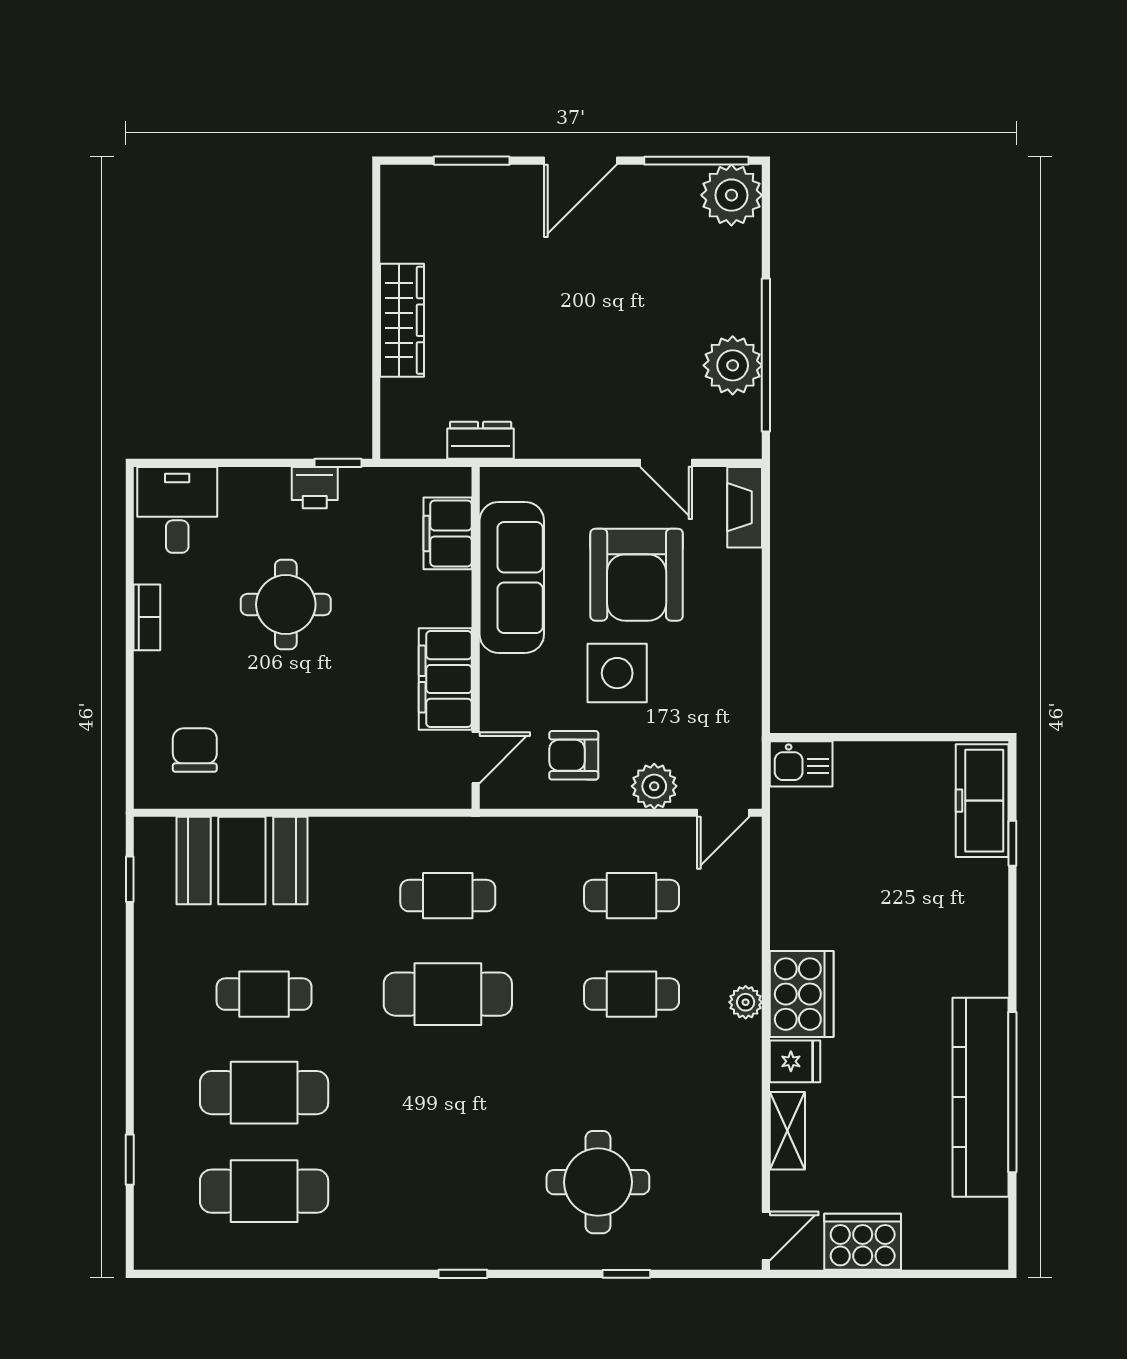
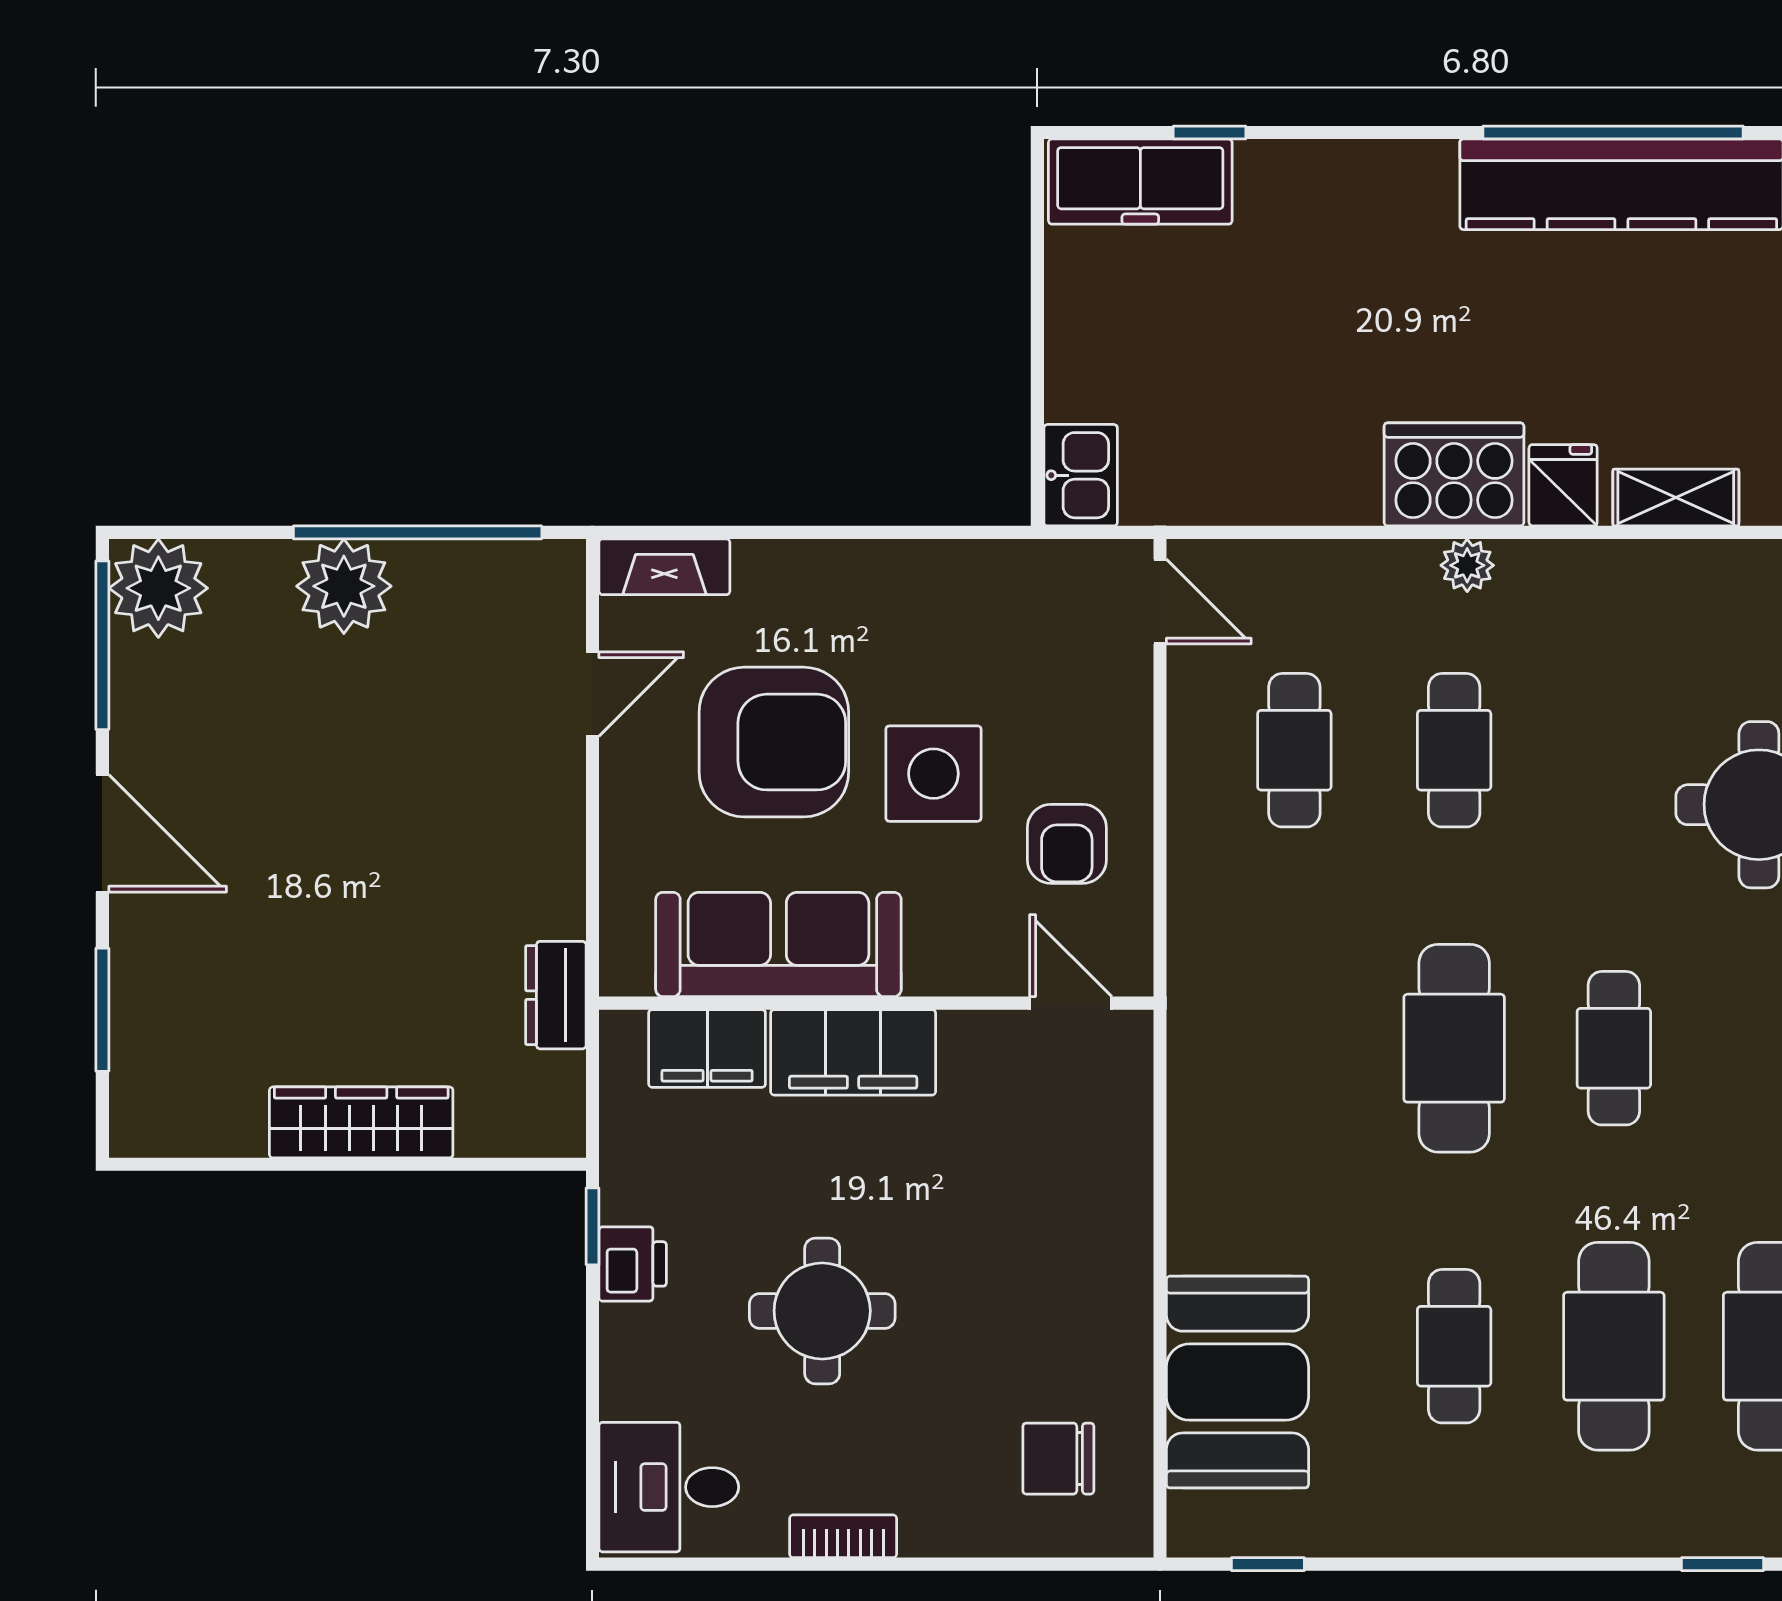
plant: (733, 365) -> (344, 586), moved
filing cabinet: (445, 679) -> (853, 1052), moved
plant: (654, 786) -> (1117, 714), removed
cafe table: (448, 896) -> (1614, 1048), moved

